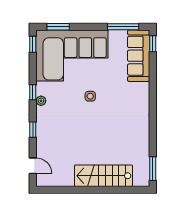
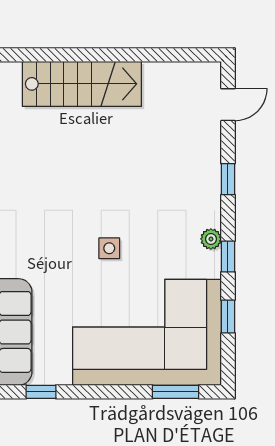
window: (123, 27) -> (41, 392), width x0.46
window: (33, 44) -> (228, 316), moved
door: (33, 166) -> (228, 105), swing flipped

